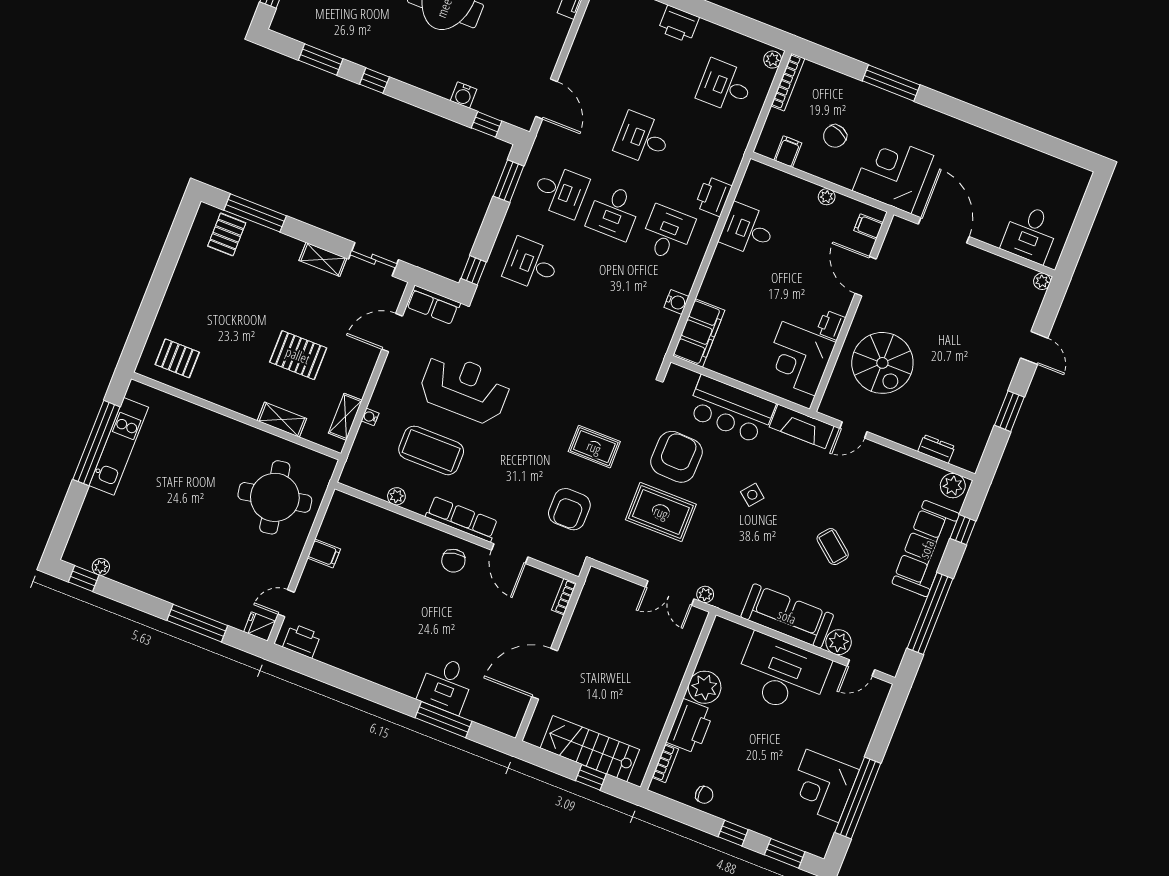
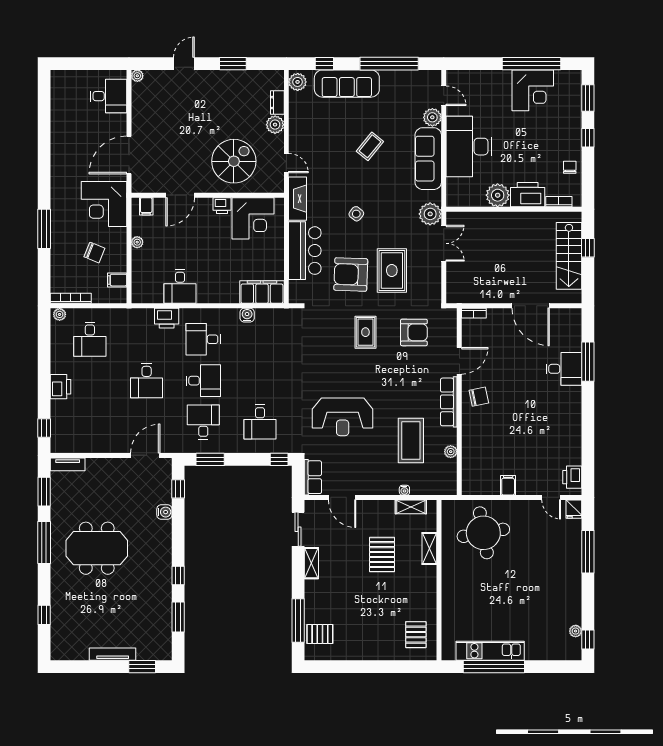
reception desk: (465, 388) -> (343, 417), moved, turned -90
plant: (909, 435) -> (275, 125), added
plant: (705, 594) -> (430, 214), width x1.87, depth x1.87

